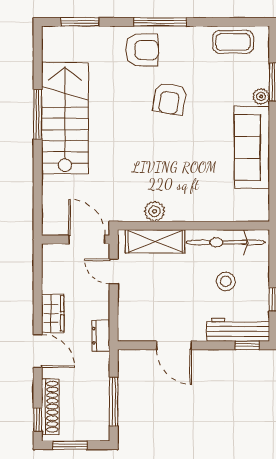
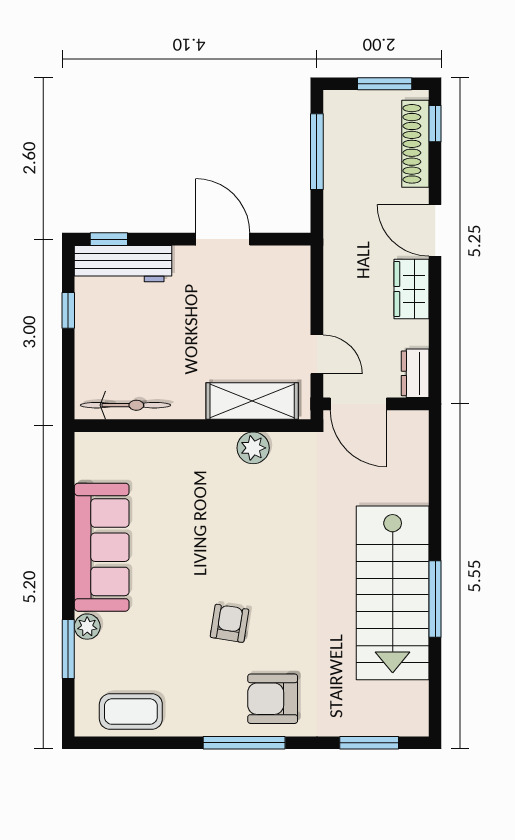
armchair: (170, 99) -> (230, 623), width x0.72, depth x0.72
bicycle: (226, 242) -> (126, 405), width x0.73, depth x0.71
stool: (226, 281) -> (142, 339), removed
dresser: (101, 336) -> (415, 373), moved, turned 180

